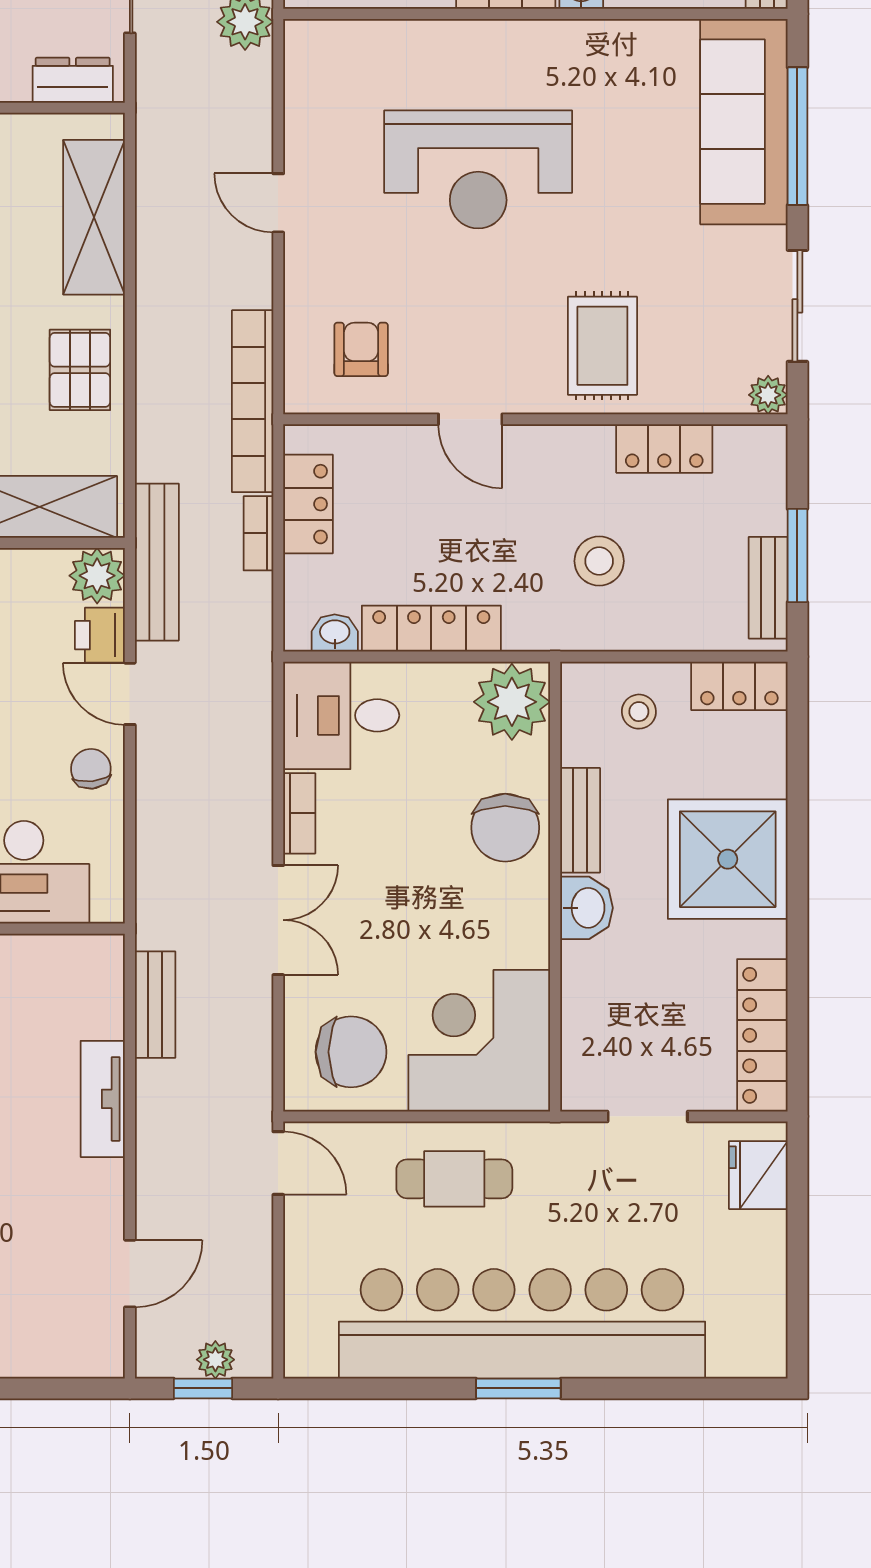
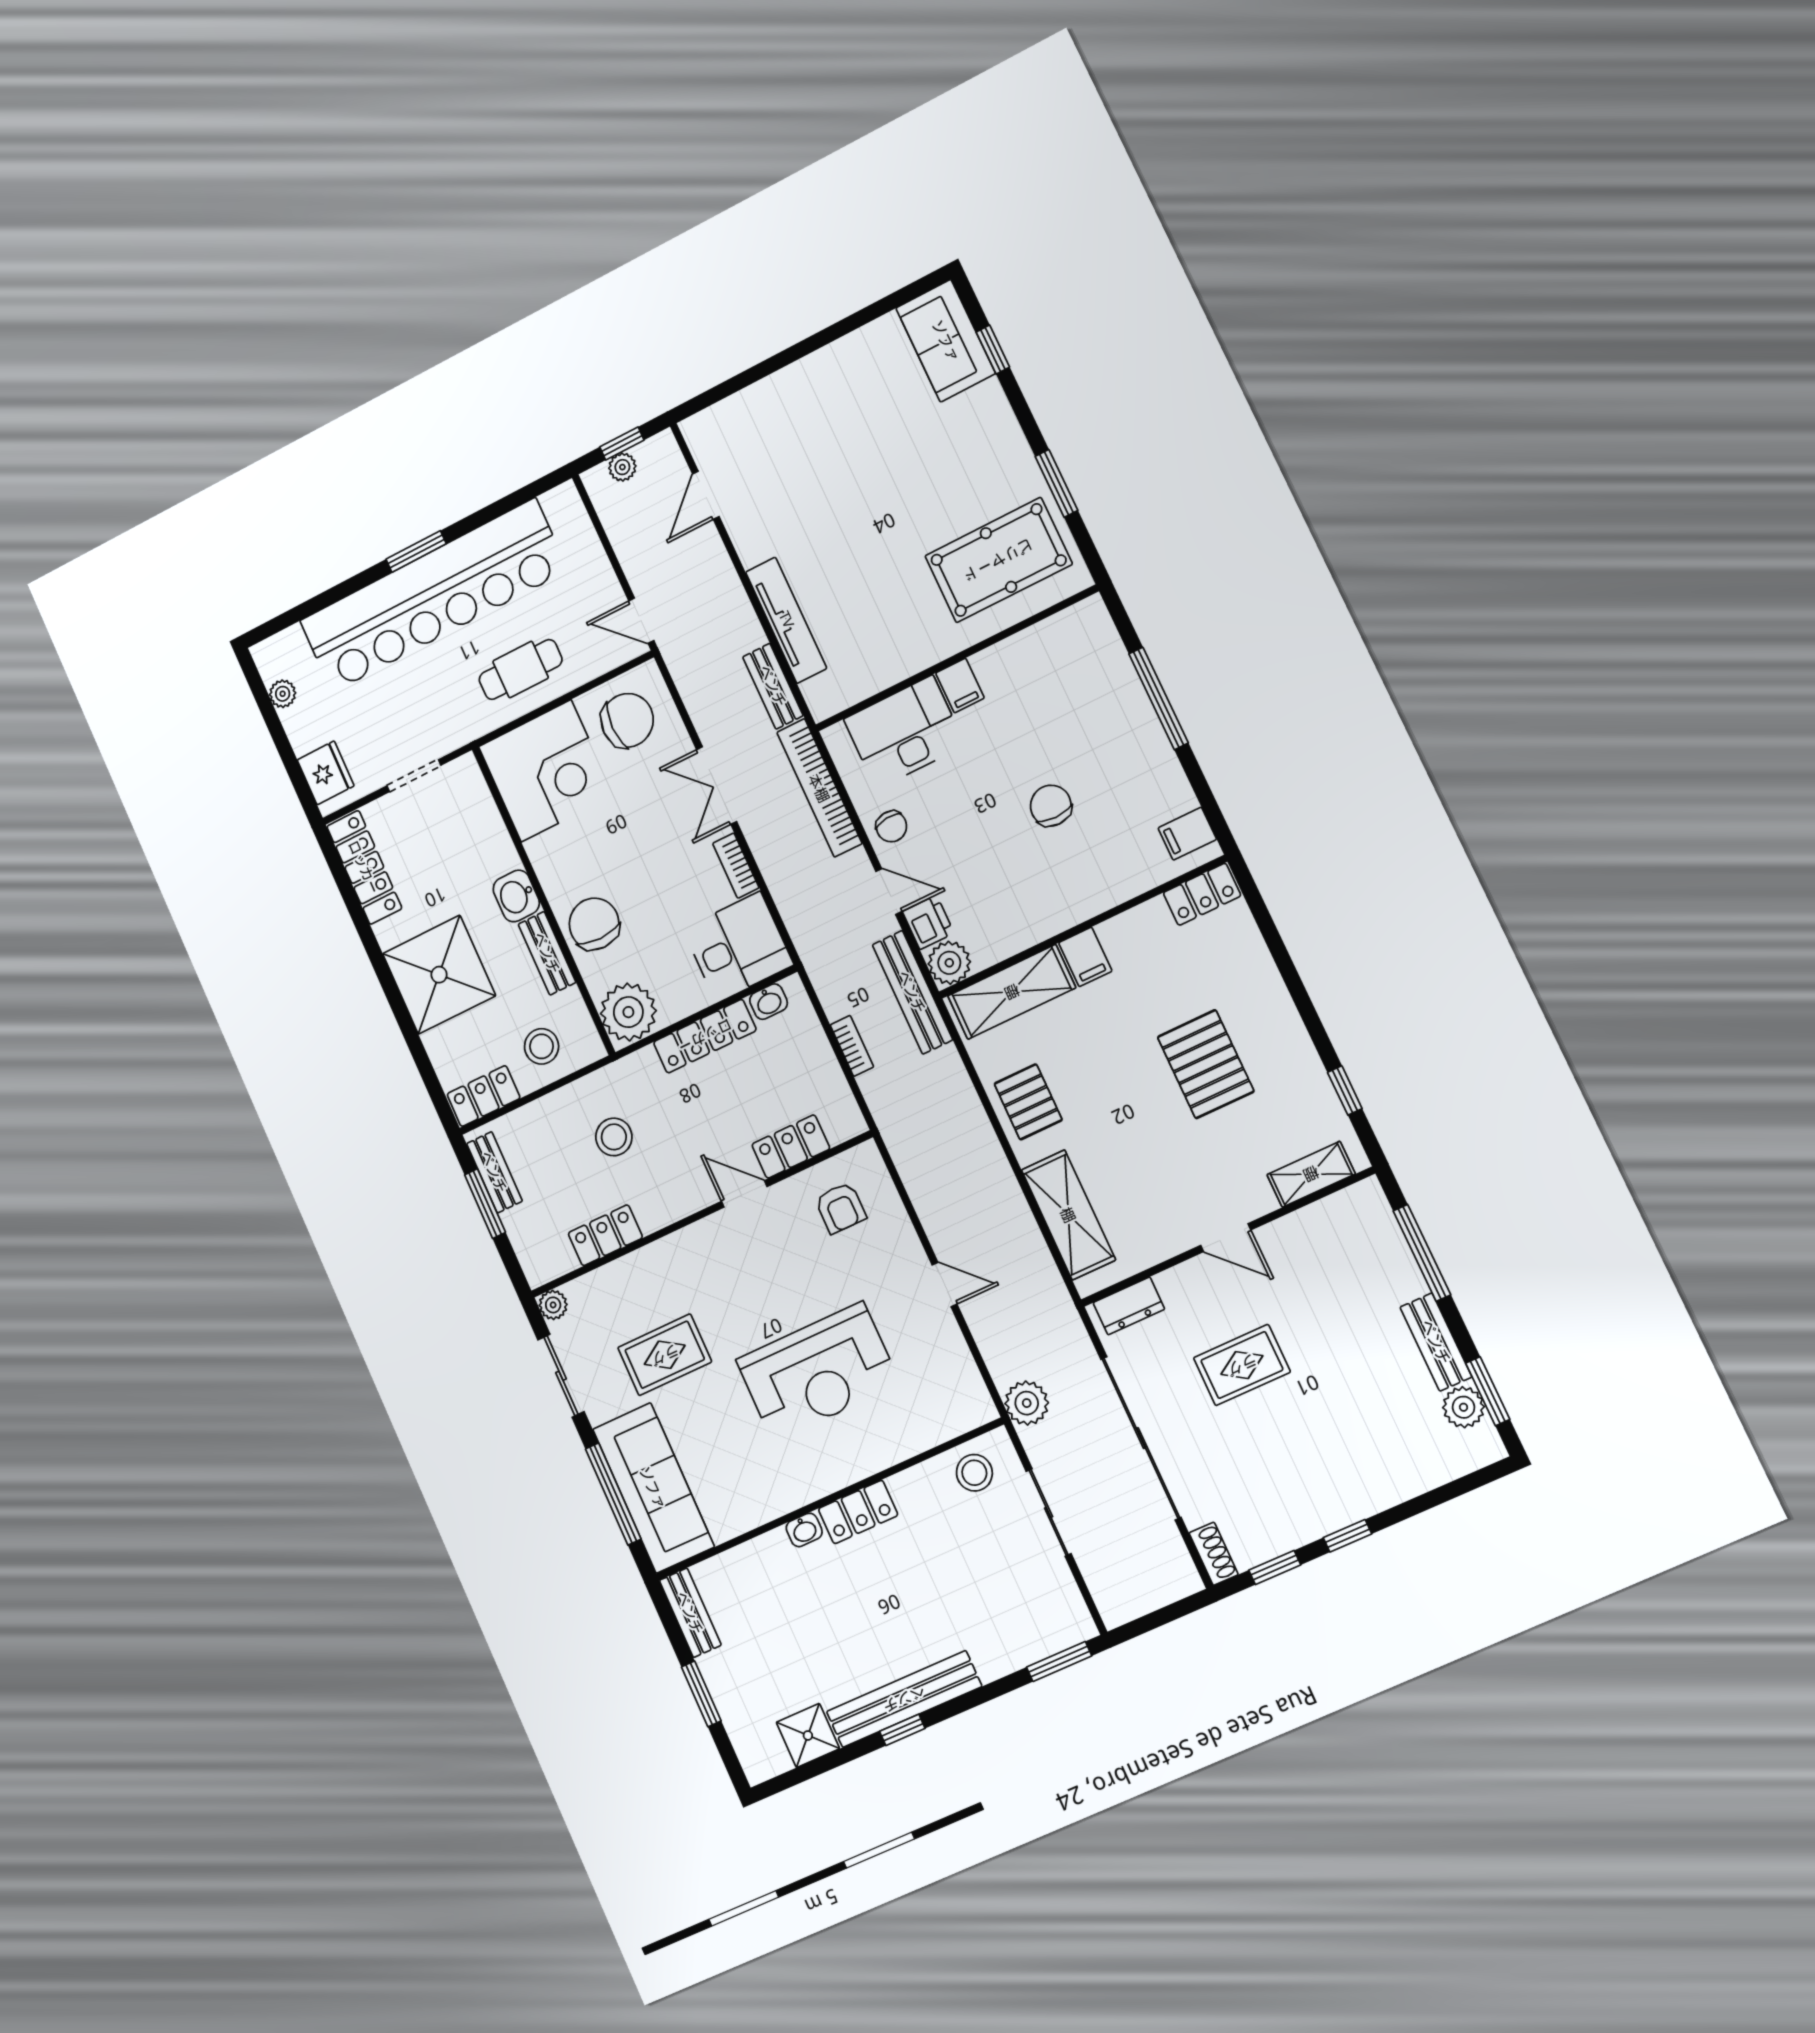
reception desk: (478, 169) -> (818, 1372), turned 180
rug: (602, 346) -> (665, 1355), moved, turned 90
bookcase: (253, 401) -> (819, 788), moved, turned 180
locker: (308, 504) -> (791, 1147), moved, turned 90
stool: (639, 712) -> (542, 1046), width x1.37, depth x1.37
chair: (351, 1052) -> (627, 720), turned 180
tv unit: (103, 1099) -> (786, 620), width x1.41
plant: (769, 1299) -> (283, 694), added

